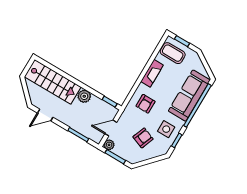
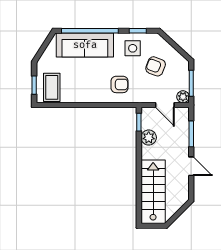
fireplace: (152, 73) -> (85, 96), removed
plant: (84, 96) -> (149, 138), moved
door: (45, 115) -> (191, 166), moved

